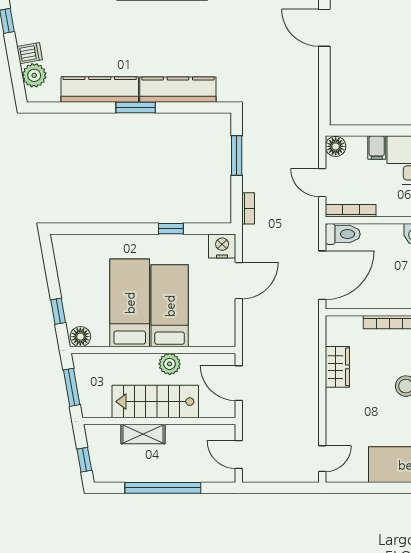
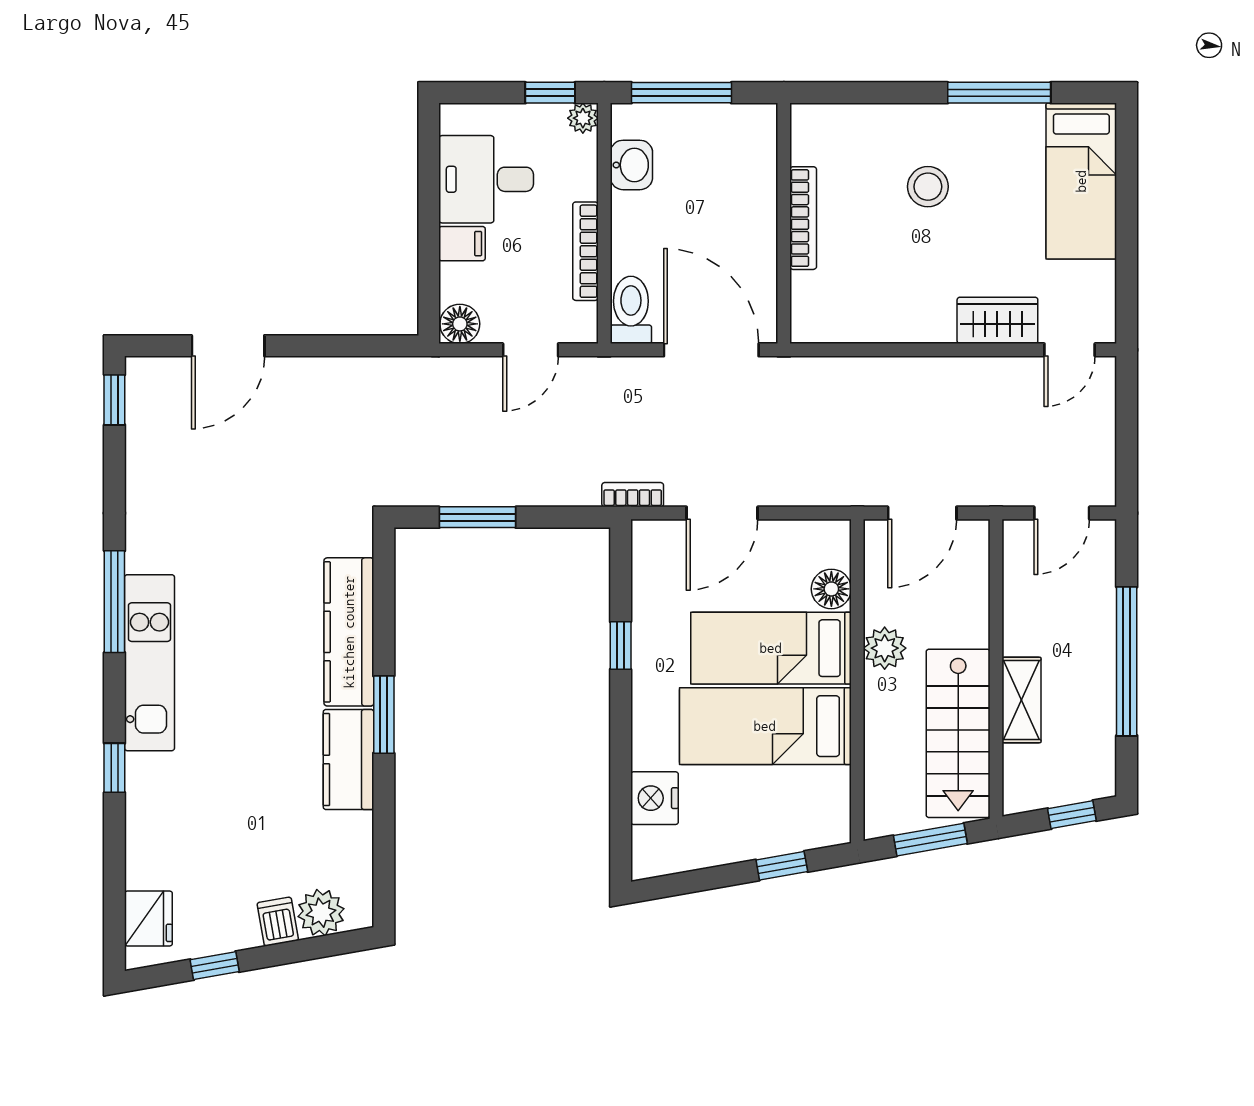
kitchen counter: (100, 89) -> (349, 760), width x0.67
bookcase: (248, 208) -> (633, 495), moved
bookcase: (351, 211) -> (585, 251), moved
nightstand: (222, 246) -> (654, 798), moved
door: (239, 281) -> (722, 513), swing flipped
floor lamp: (80, 337) -> (831, 589), moved
wardrobe: (337, 367) -> (997, 320), moved
stairs: (155, 402) -> (958, 733), moved
door: (322, 459) -> (1070, 350), swing flipped

